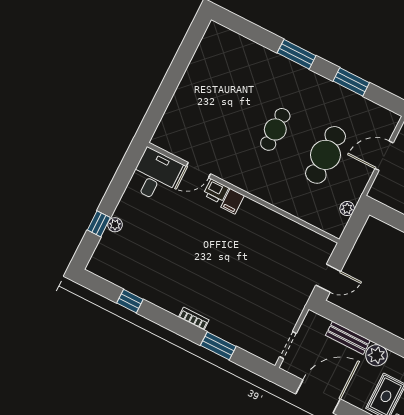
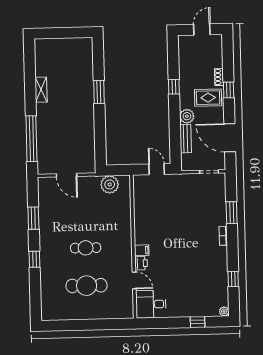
window: (297, 54) -> (34, 259), width x0.67
cafe table: (325, 155) -> (87, 286), moved
plant: (347, 209) -> (110, 184), width x1.87, depth x1.87
plant: (115, 225) -> (224, 311), moved

